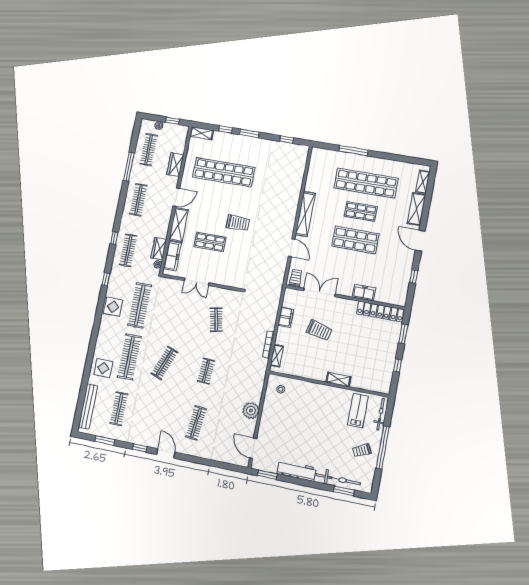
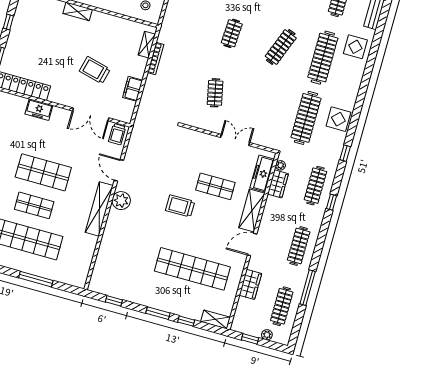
plant: (287, 223) -> (121, 201), added

